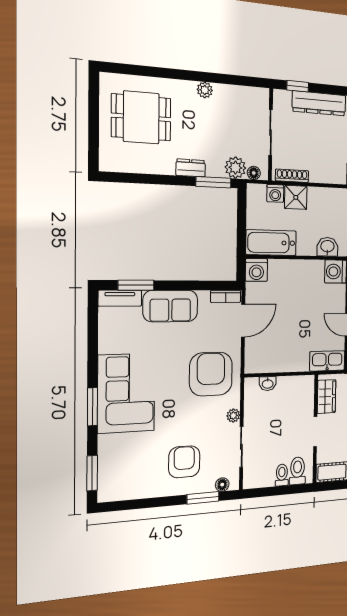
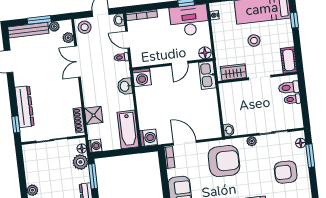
washing machine: (275, 193) -> (95, 146), moved
armchair: (211, 374) -> (224, 161), turned 180
washbasin: (268, 384) -> (229, 130), moved

